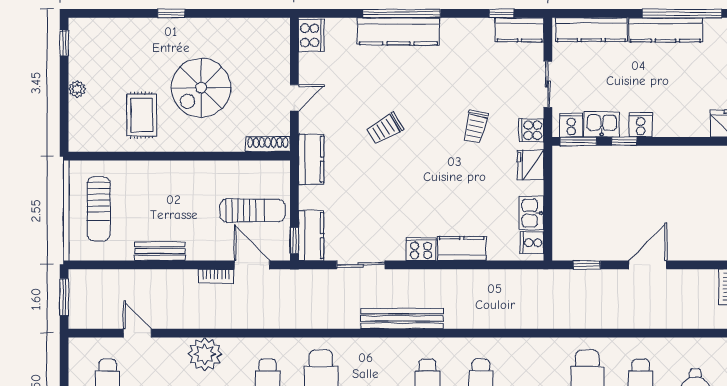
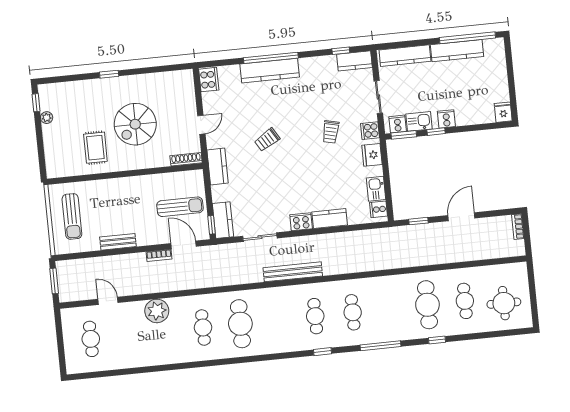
plant: (77, 89) -> (47, 118), moved

